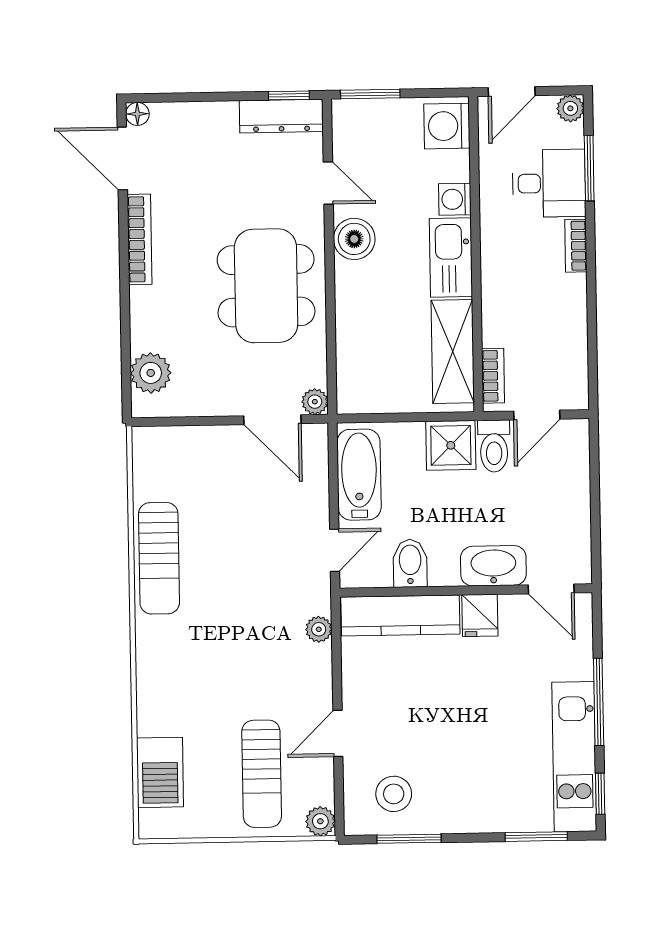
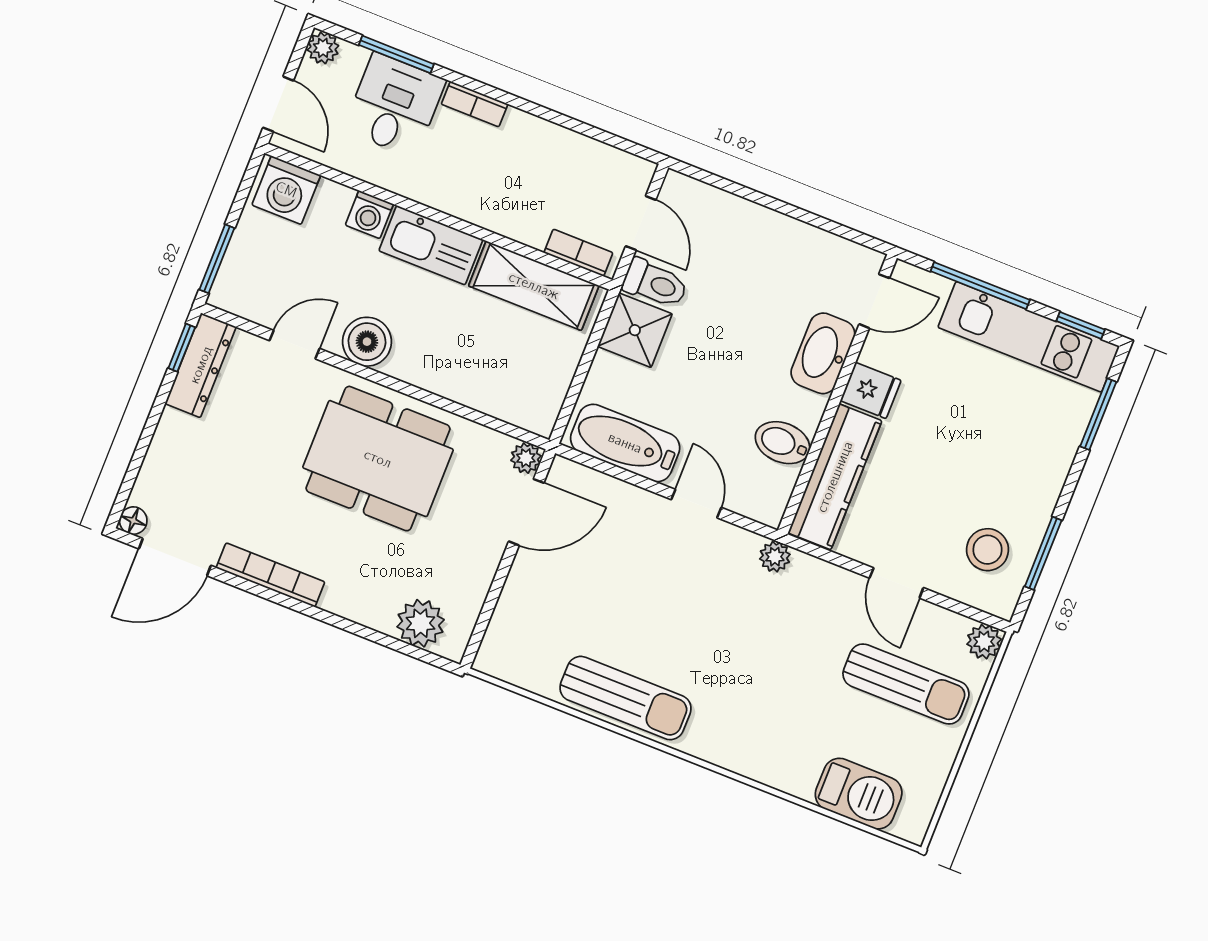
bidet: (410, 563) -> (783, 443), moved
washbasin: (493, 566) -> (823, 353), moved
door: (551, 589) -> (874, 301), moved
wall: (466, 590) -> (837, 394), moved
kitchen counter: (400, 615) -> (835, 477), moved
fridge: (480, 615) -> (871, 390), moved

